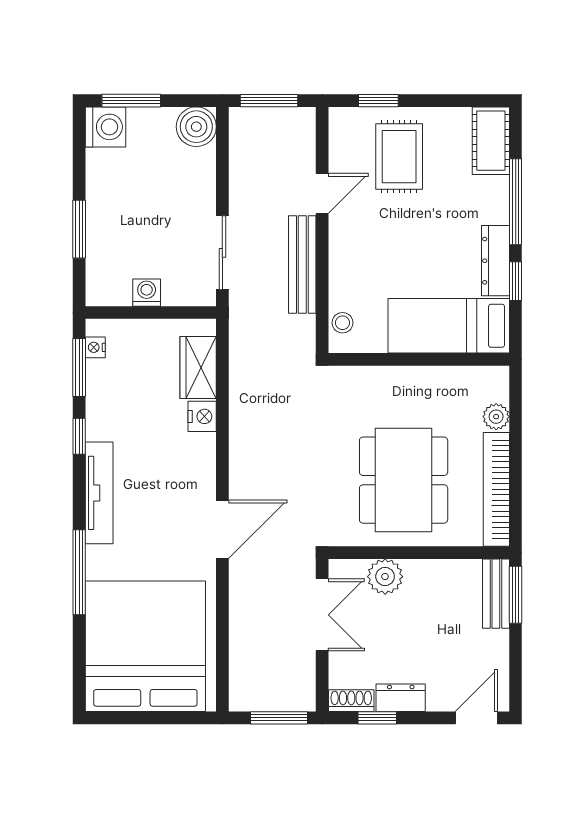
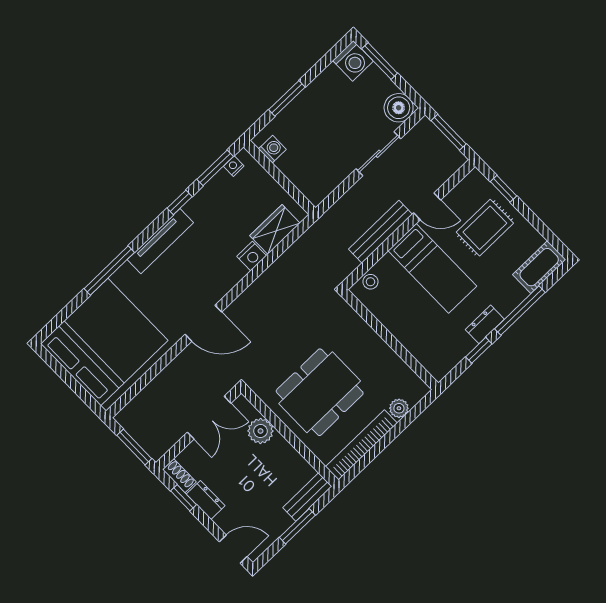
sliding door: (222, 253) -> (378, 154), moved
dresser: (495, 261) -> (485, 324), width x0.70
washing machine: (147, 293) -> (272, 149), moved
bed: (449, 326) -> (432, 268), moved, turned 180
window: (516, 595) -> (297, 526), moved

